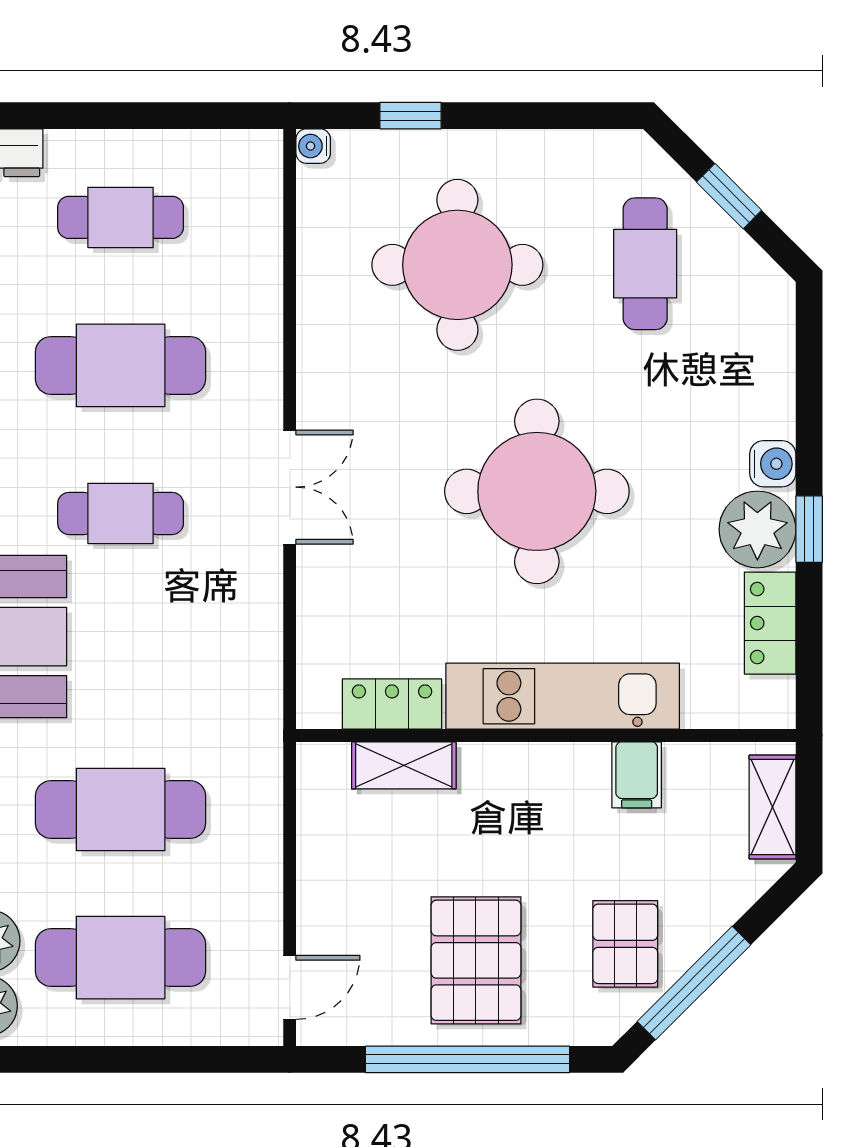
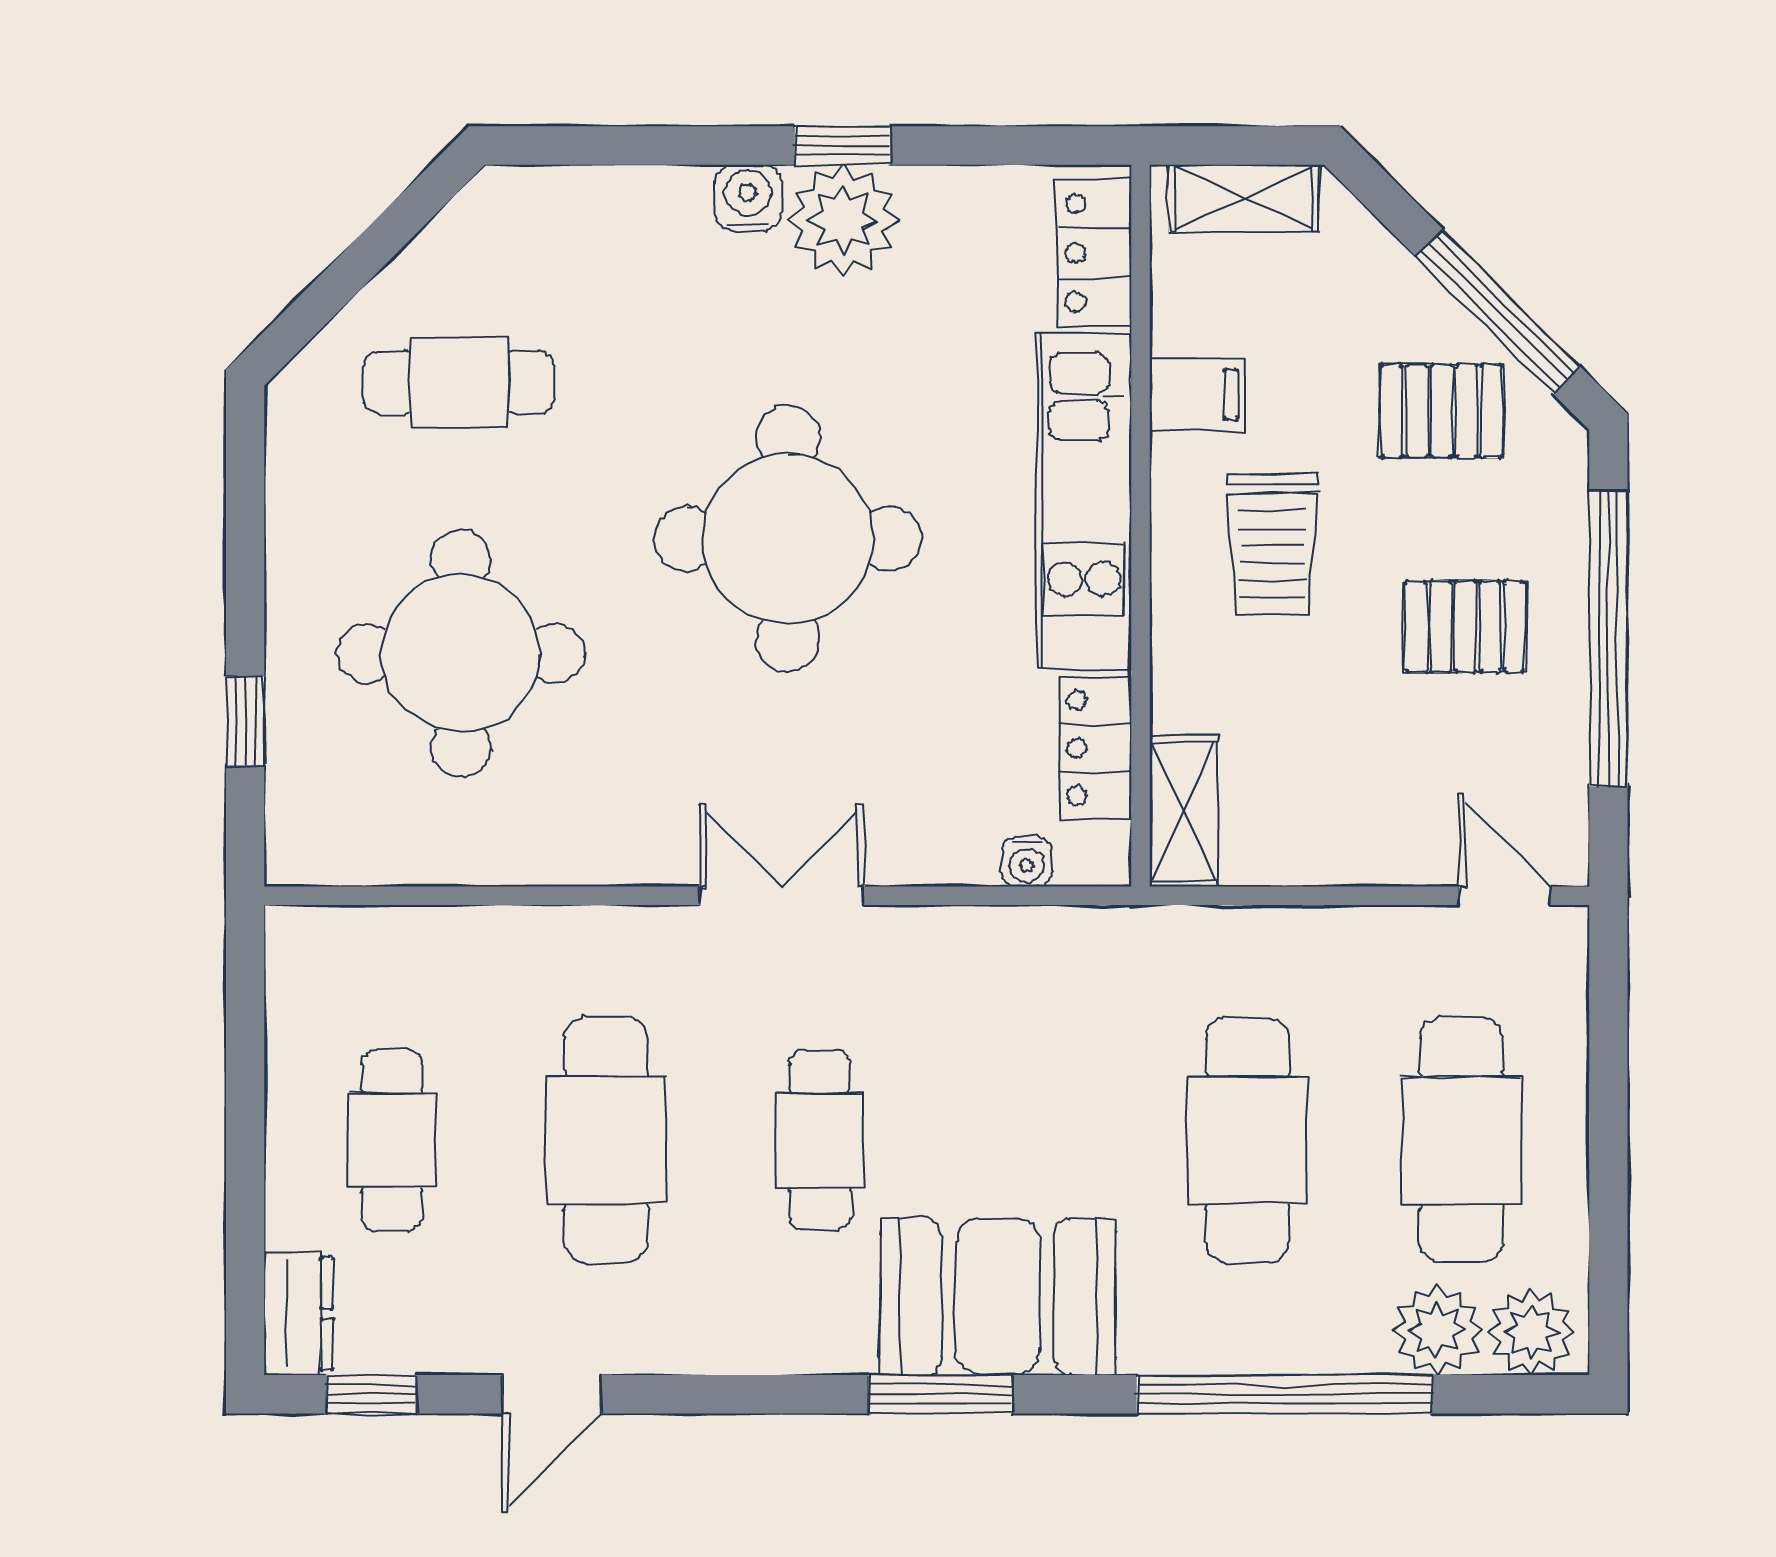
water cooler: (313, 146) -> (1027, 862), moved
window: (729, 196) -> (362, 261), removed
locker: (770, 623) -> (1094, 253), moved, turned 90
shelving: (404, 765) -> (1184, 811), moved
trolley: (533, 827) -> (1272, 544), added
pallet: (476, 960) -> (1465, 627), width x0.67, depth x0.71

